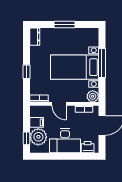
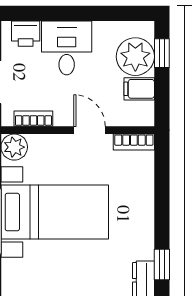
window: (27, 72) -> (162, 265), moved
desk: (65, 141) -> (67, 48), width x0.73

